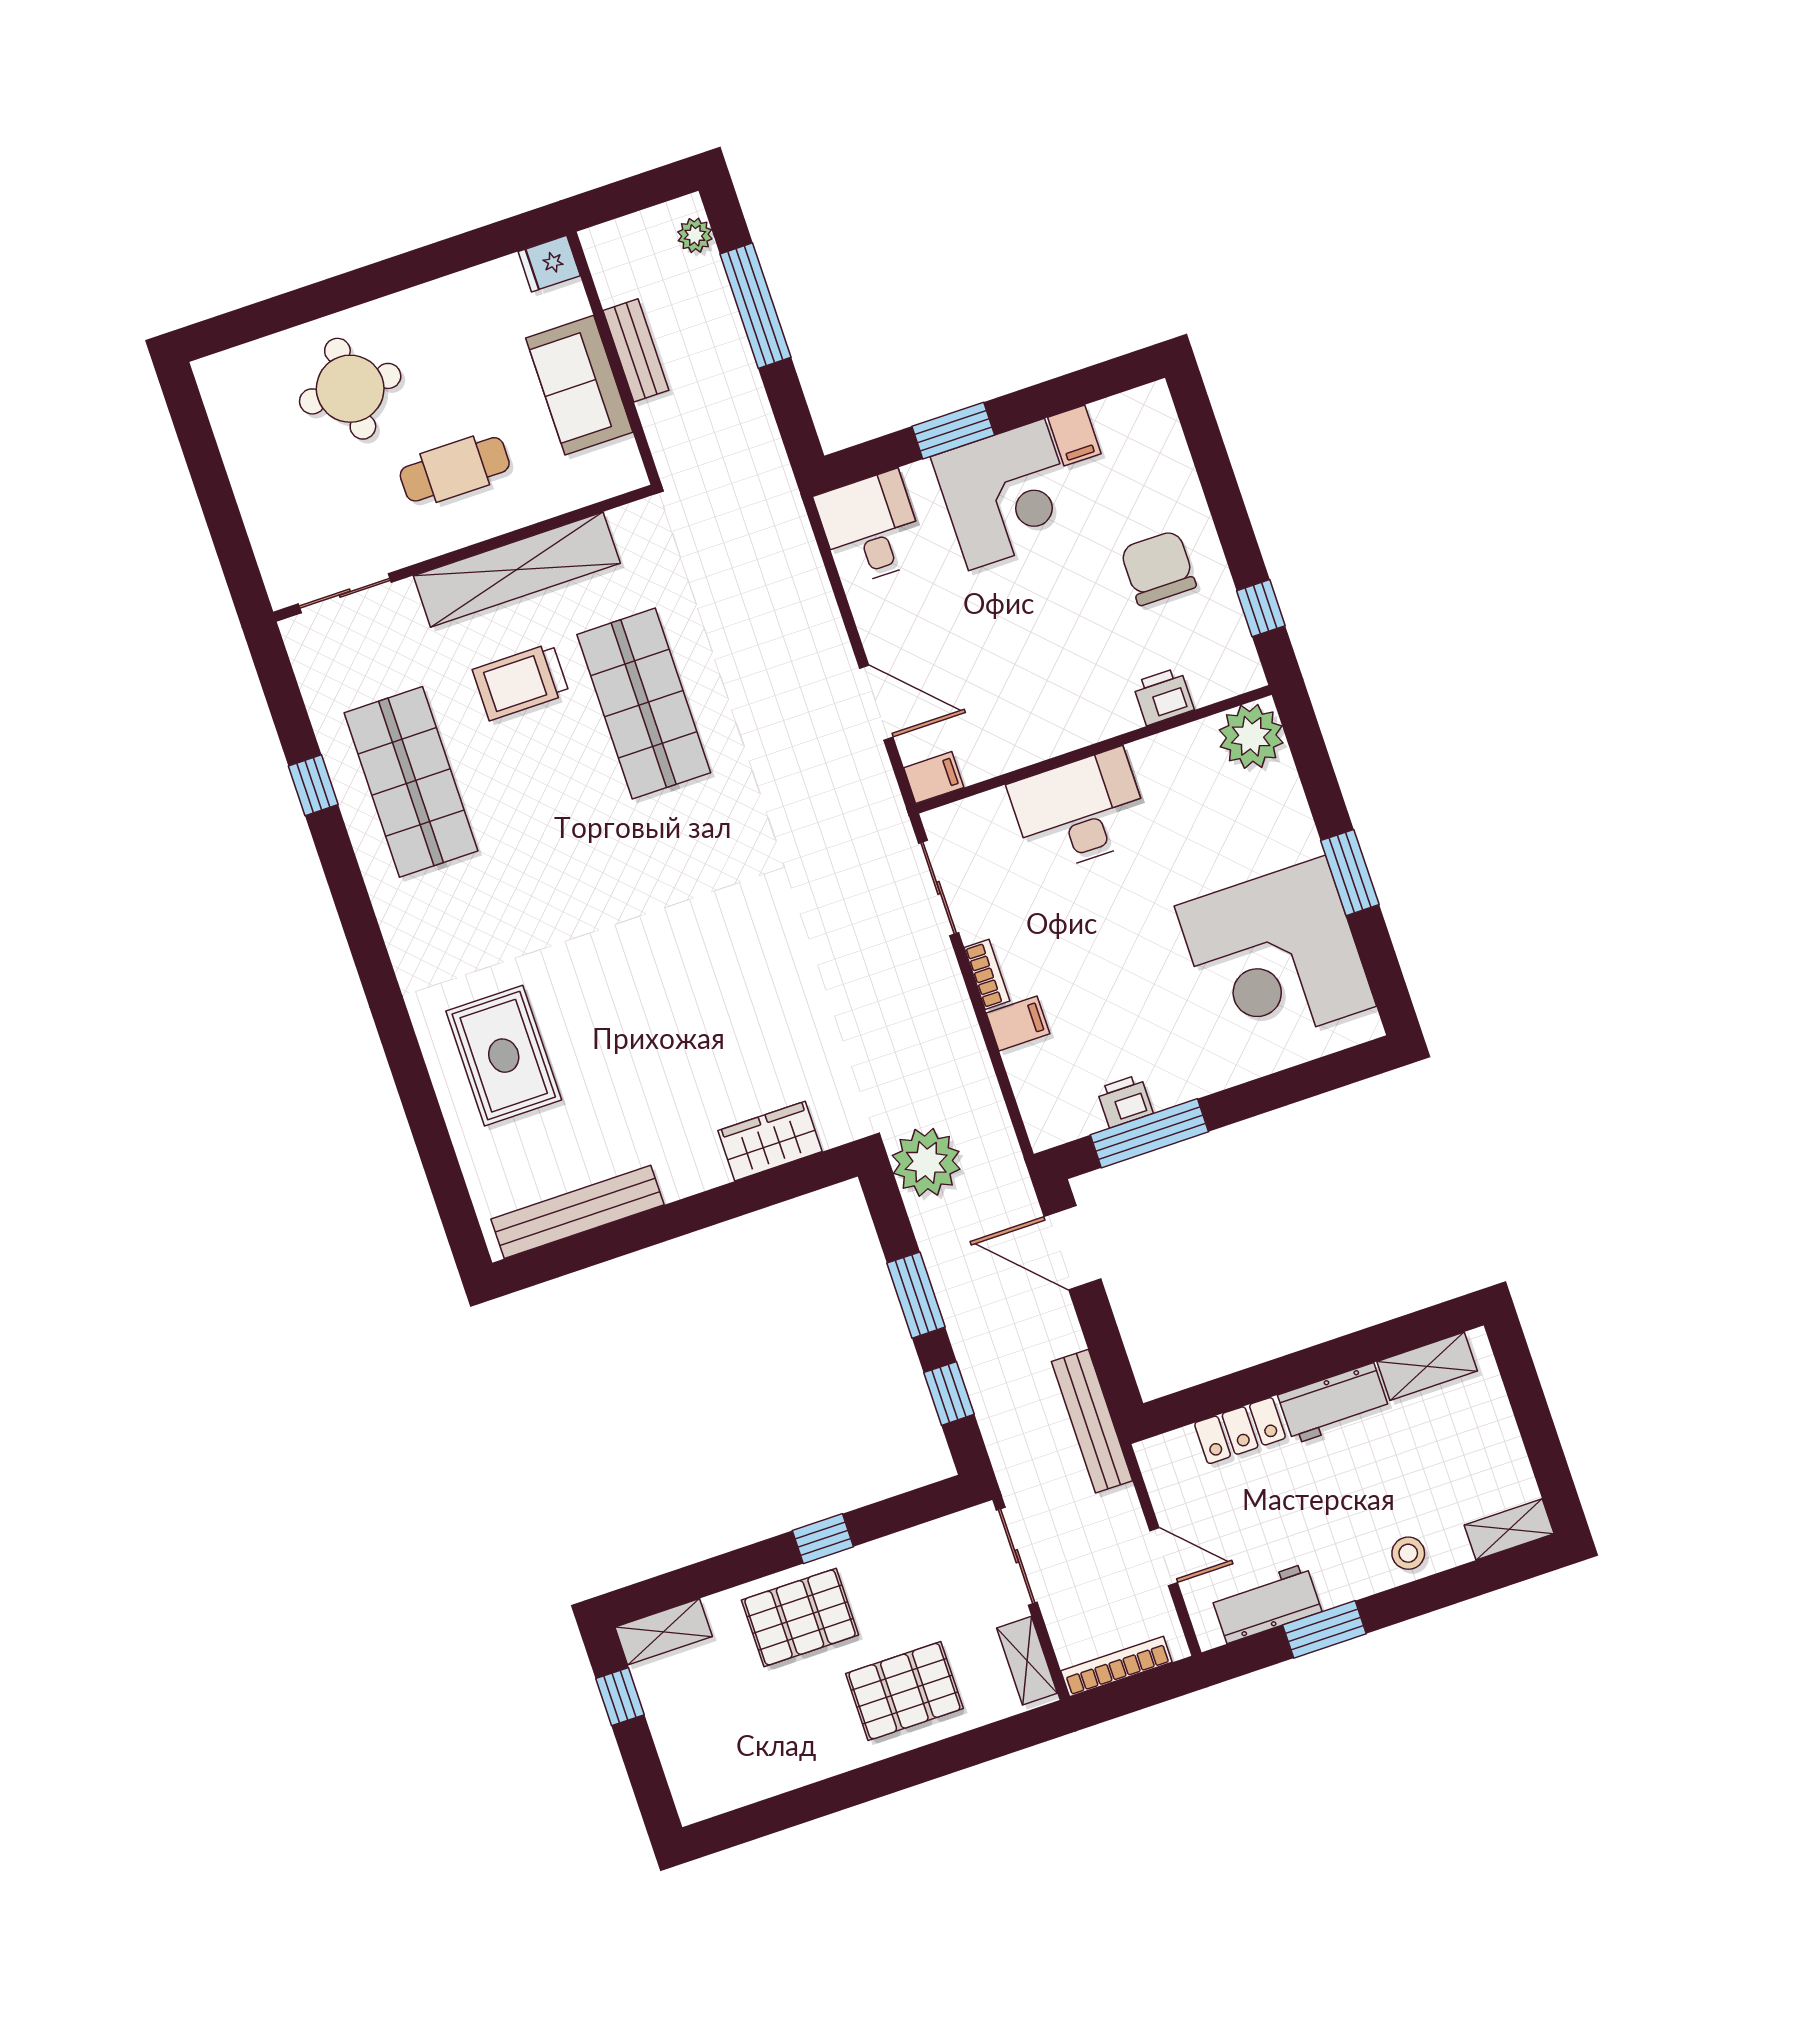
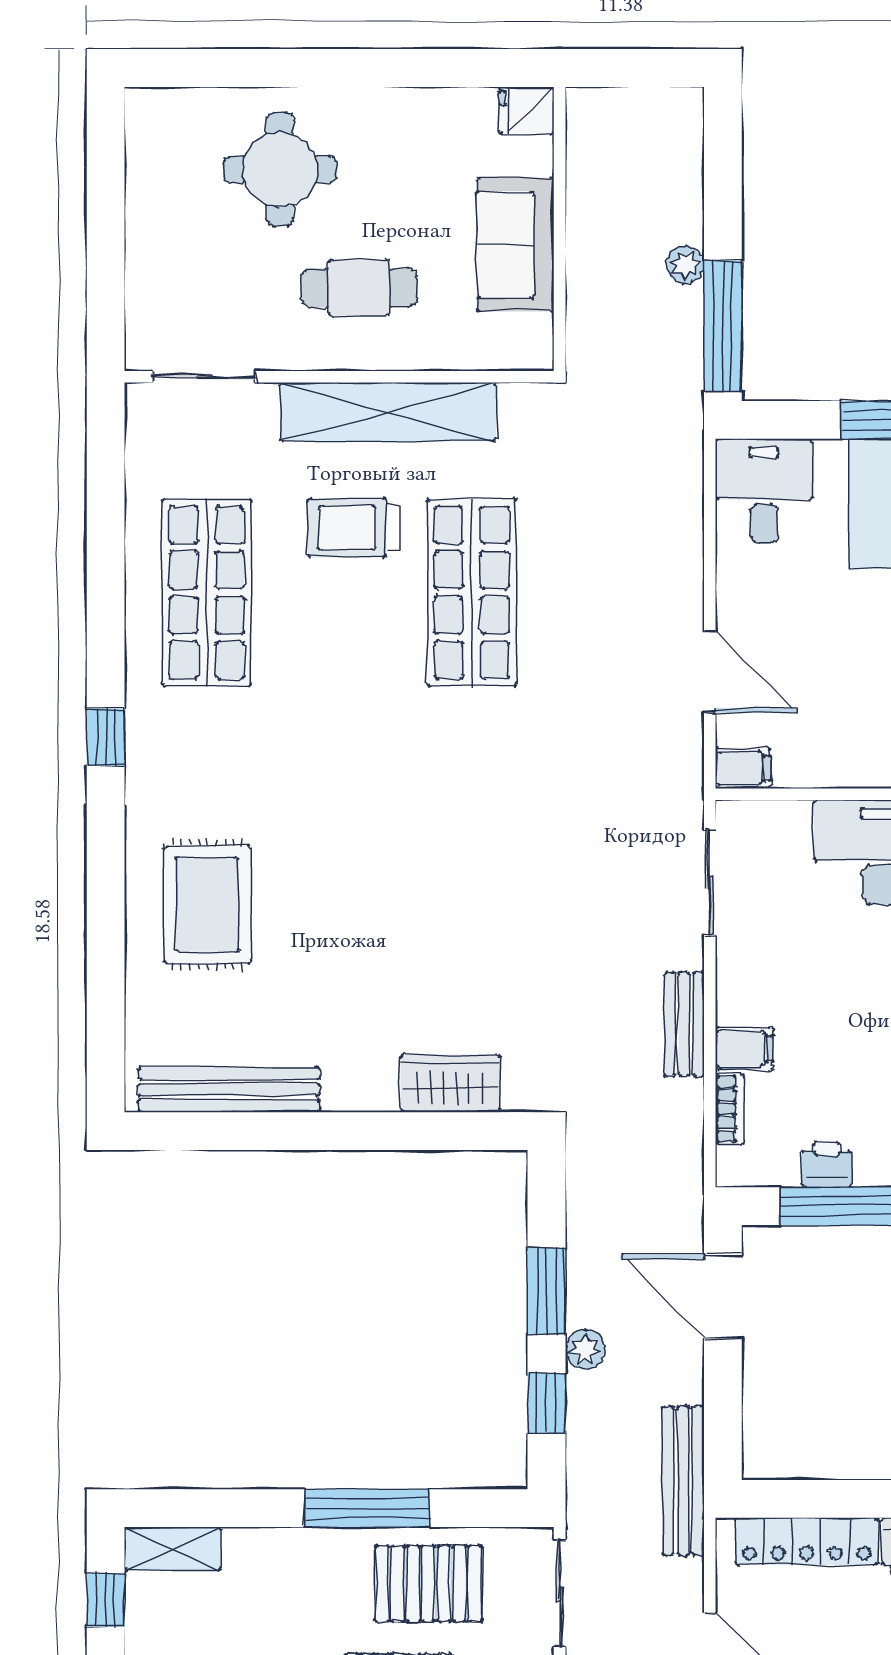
plant: (695, 235) -> (685, 265), moved
window: (755, 306) -> (723, 326), moved
bench: (636, 350) -> (684, 1024), moved
window: (313, 785) -> (106, 737), moved
bookcase: (987, 974) -> (730, 1109), moved
plant: (926, 1162) -> (585, 1349), moved, width x0.53, depth x0.53
locker: (1240, 1431) -> (807, 1541), width x1.53
window: (823, 1539) -> (367, 1508), width x2.17
pallet: (800, 1617) -> (428, 1584), moved

